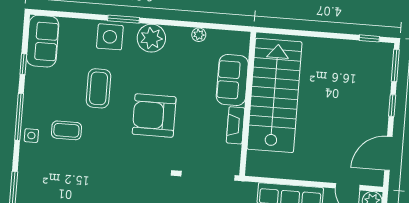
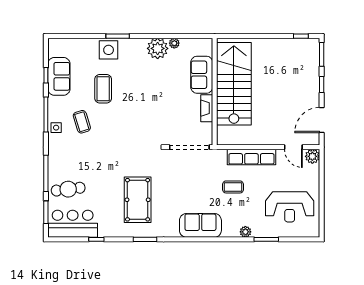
plant: (151, 38) -> (158, 48), moved
sofa: (43, 41) -> (59, 76), moved
armchair: (154, 116) -> (146, 106), removed
coffee table: (66, 130) -> (82, 122), turned 73

